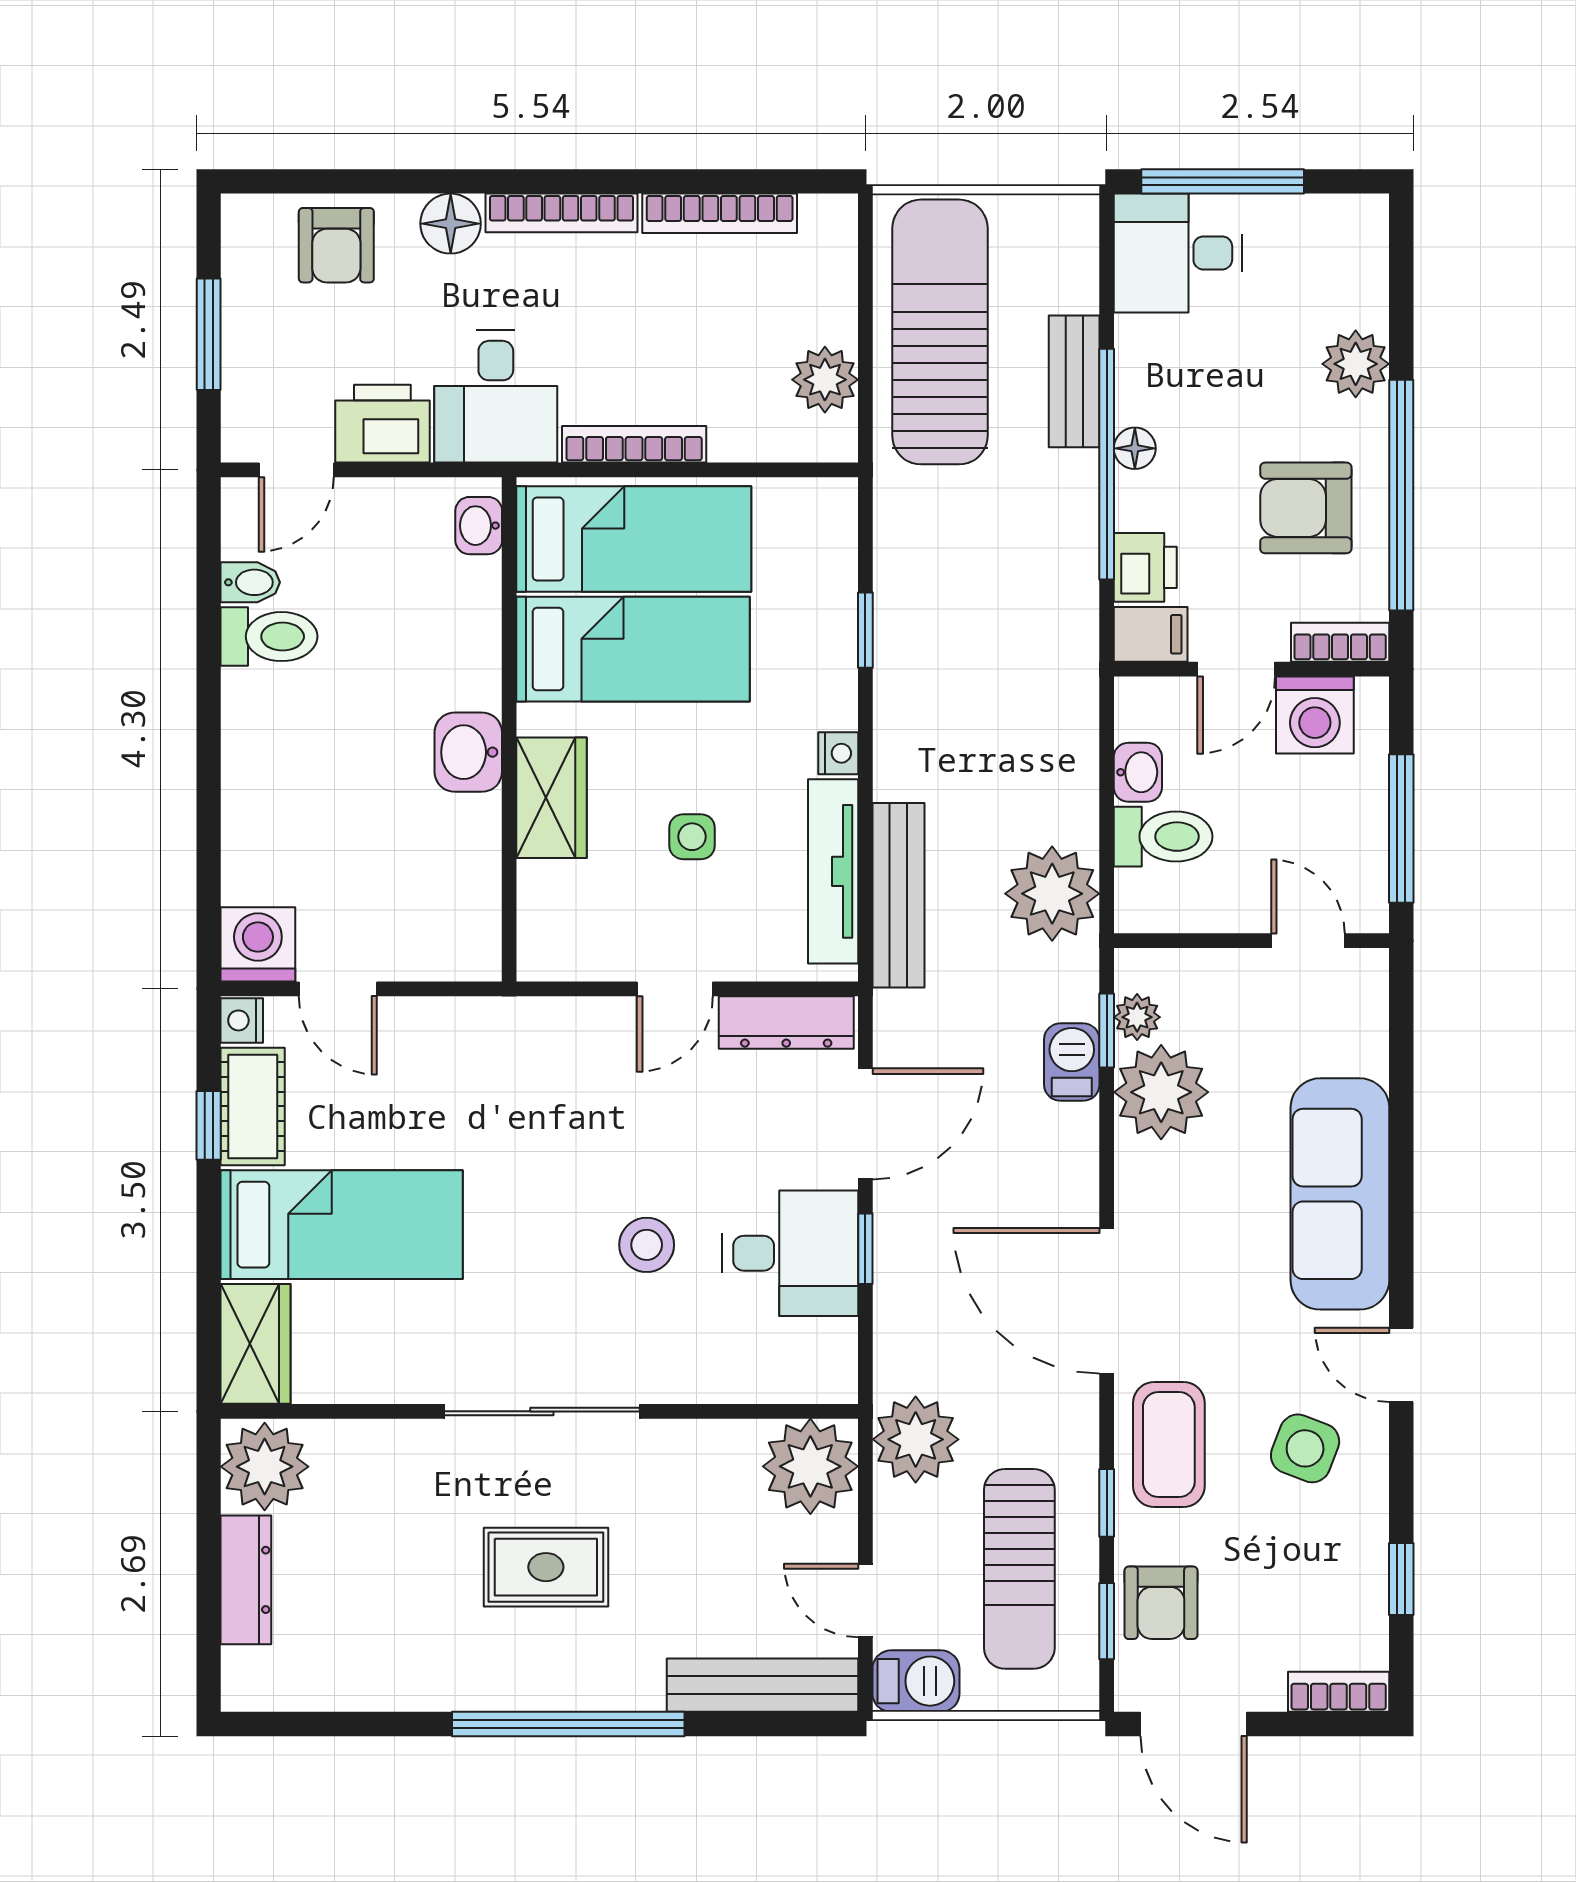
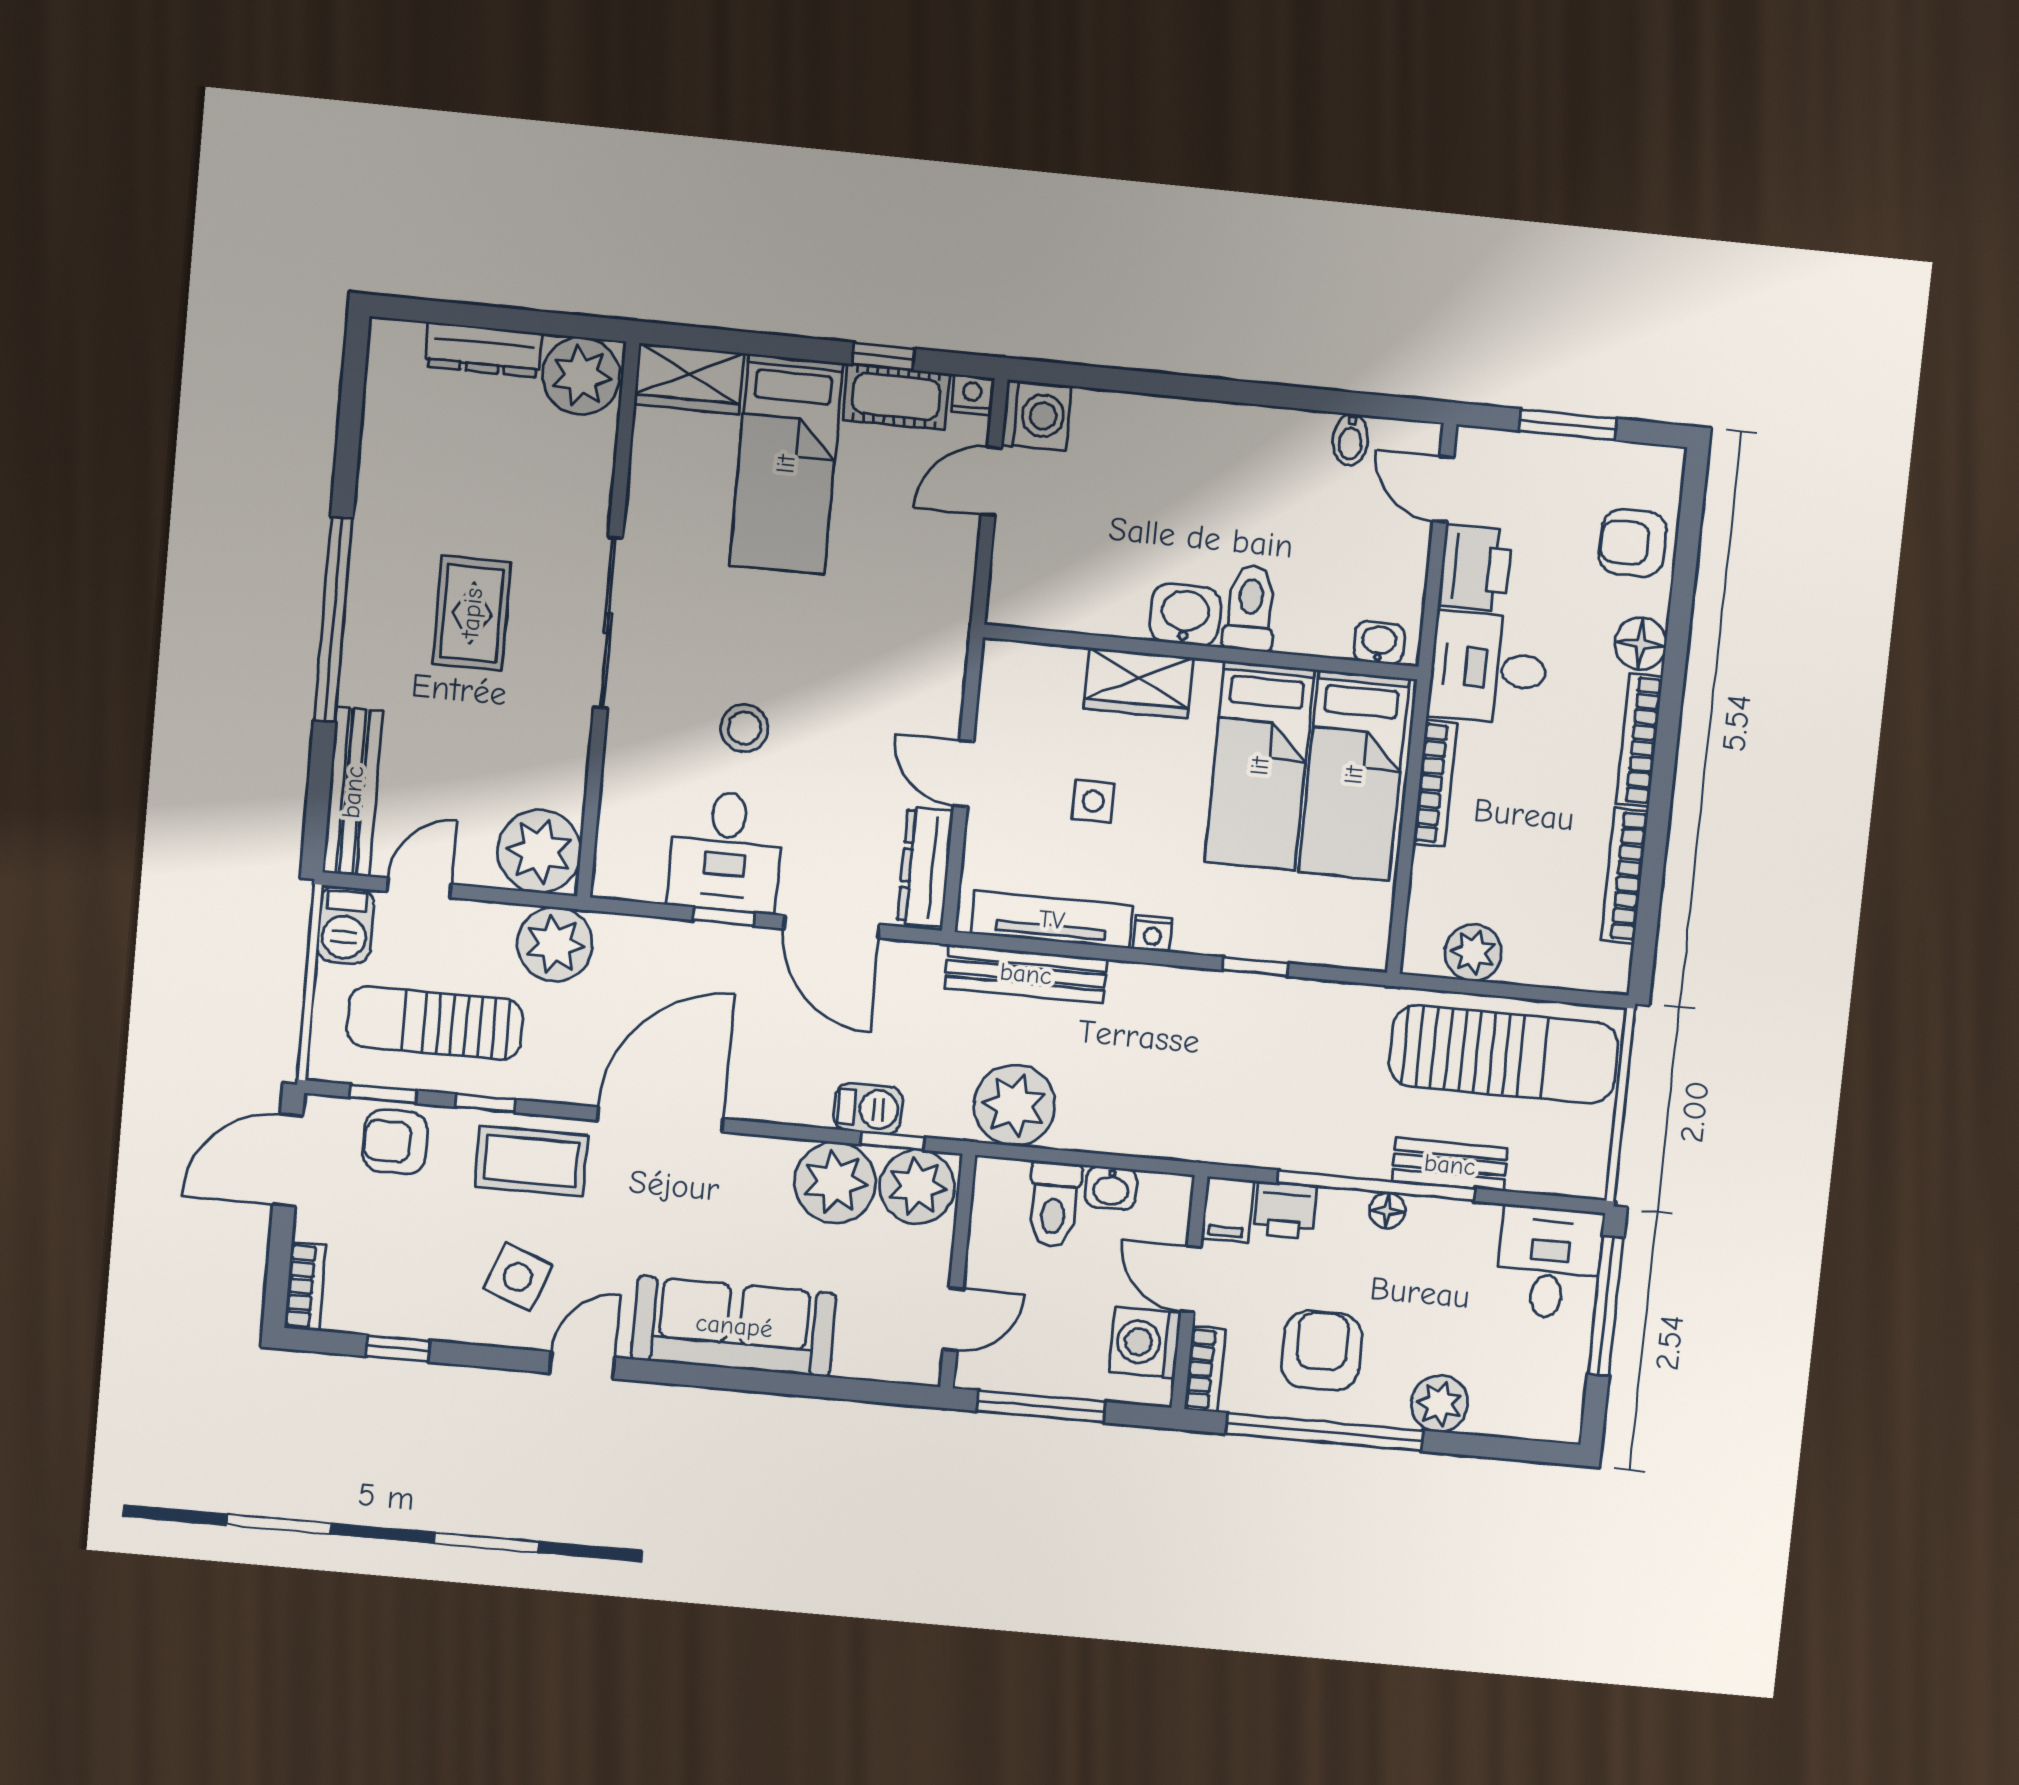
toilet: (269, 637) -> (1250, 608), moved, turned 180
plant: (1137, 1017) -> (917, 1187), width x1.87, depth x1.87

